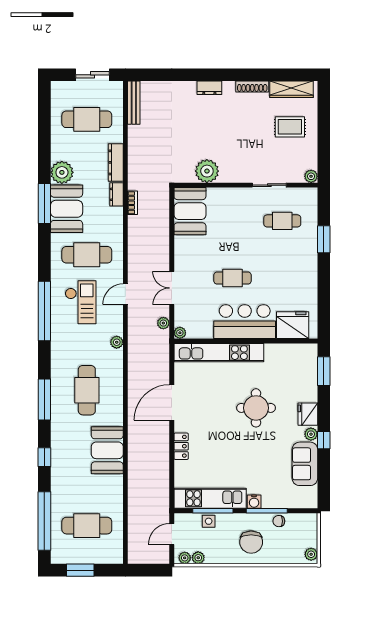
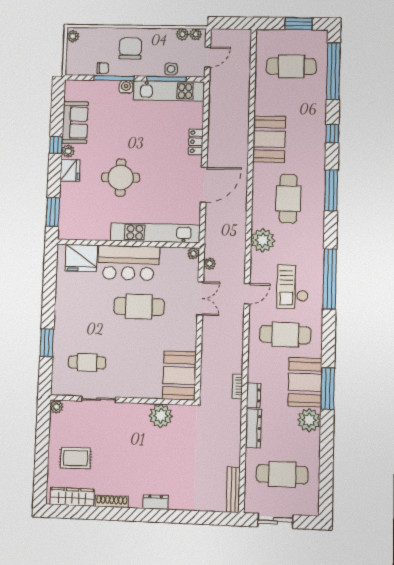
cafe table: (233, 278) -> (139, 307), width x1.37, depth x1.35
plant: (117, 342) -> (263, 240), width x1.87, depth x1.87

